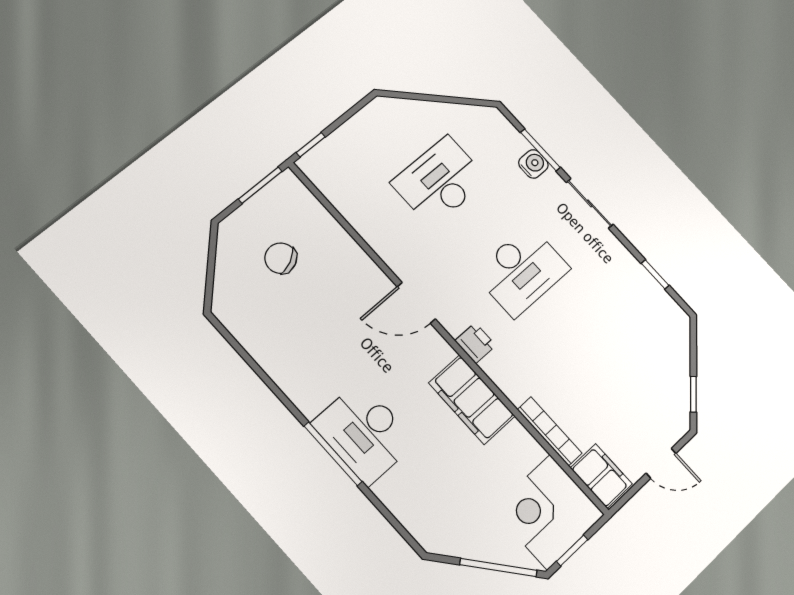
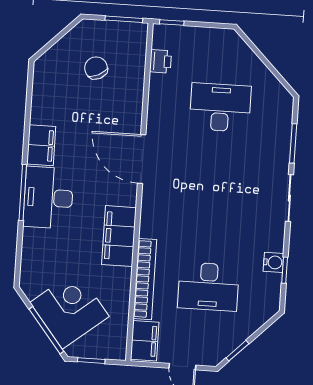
water cooler: (533, 164) -> (273, 262), moved
desk: (522, 271) -> (208, 287), moved
door: (416, 303) -> (142, 159), width x1.36
printer: (475, 343) -> (160, 61), moved
filing cabinet: (303, 388) -> (41, 145), added
bookcase: (550, 431) -> (145, 279), width x1.48, depth x1.31
corner desk: (549, 512) -> (70, 309), moved, turned 51

